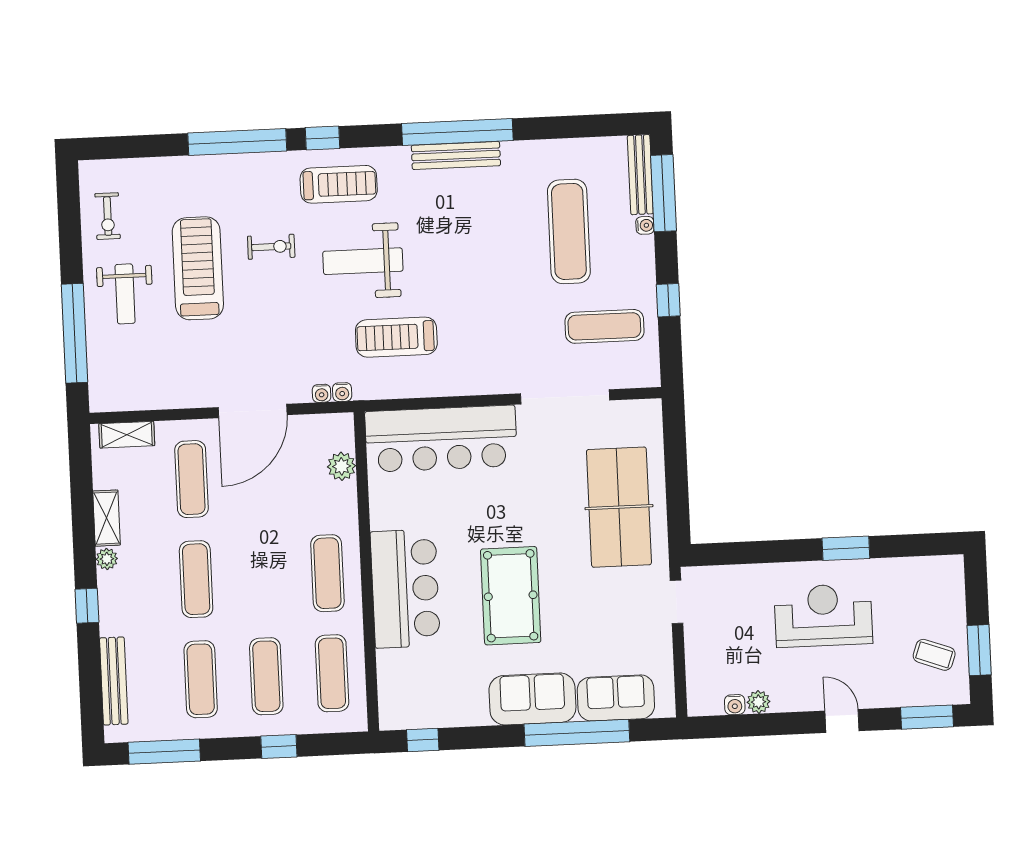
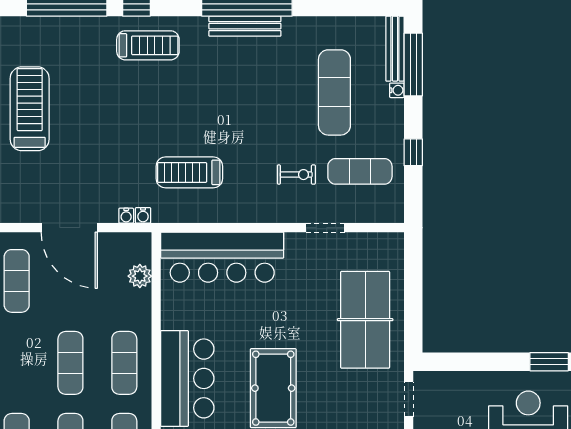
exercise bike: (271, 247) -> (296, 175), moved
weight bench: (363, 261) -> (165, 109), removed
doorway: (565, 397) -> (325, 228), width x0.53
door: (253, 411) -> (69, 228), hinge flipped
exercise mat: (196, 579) -> (70, 363), moved

